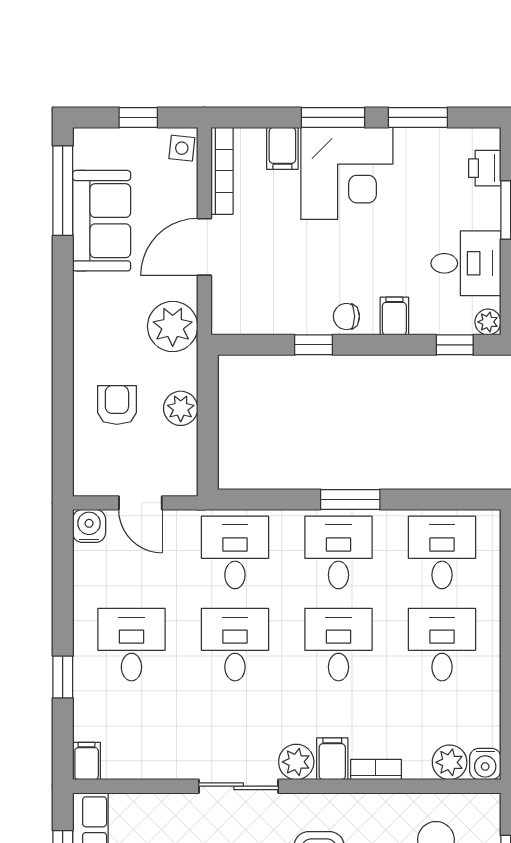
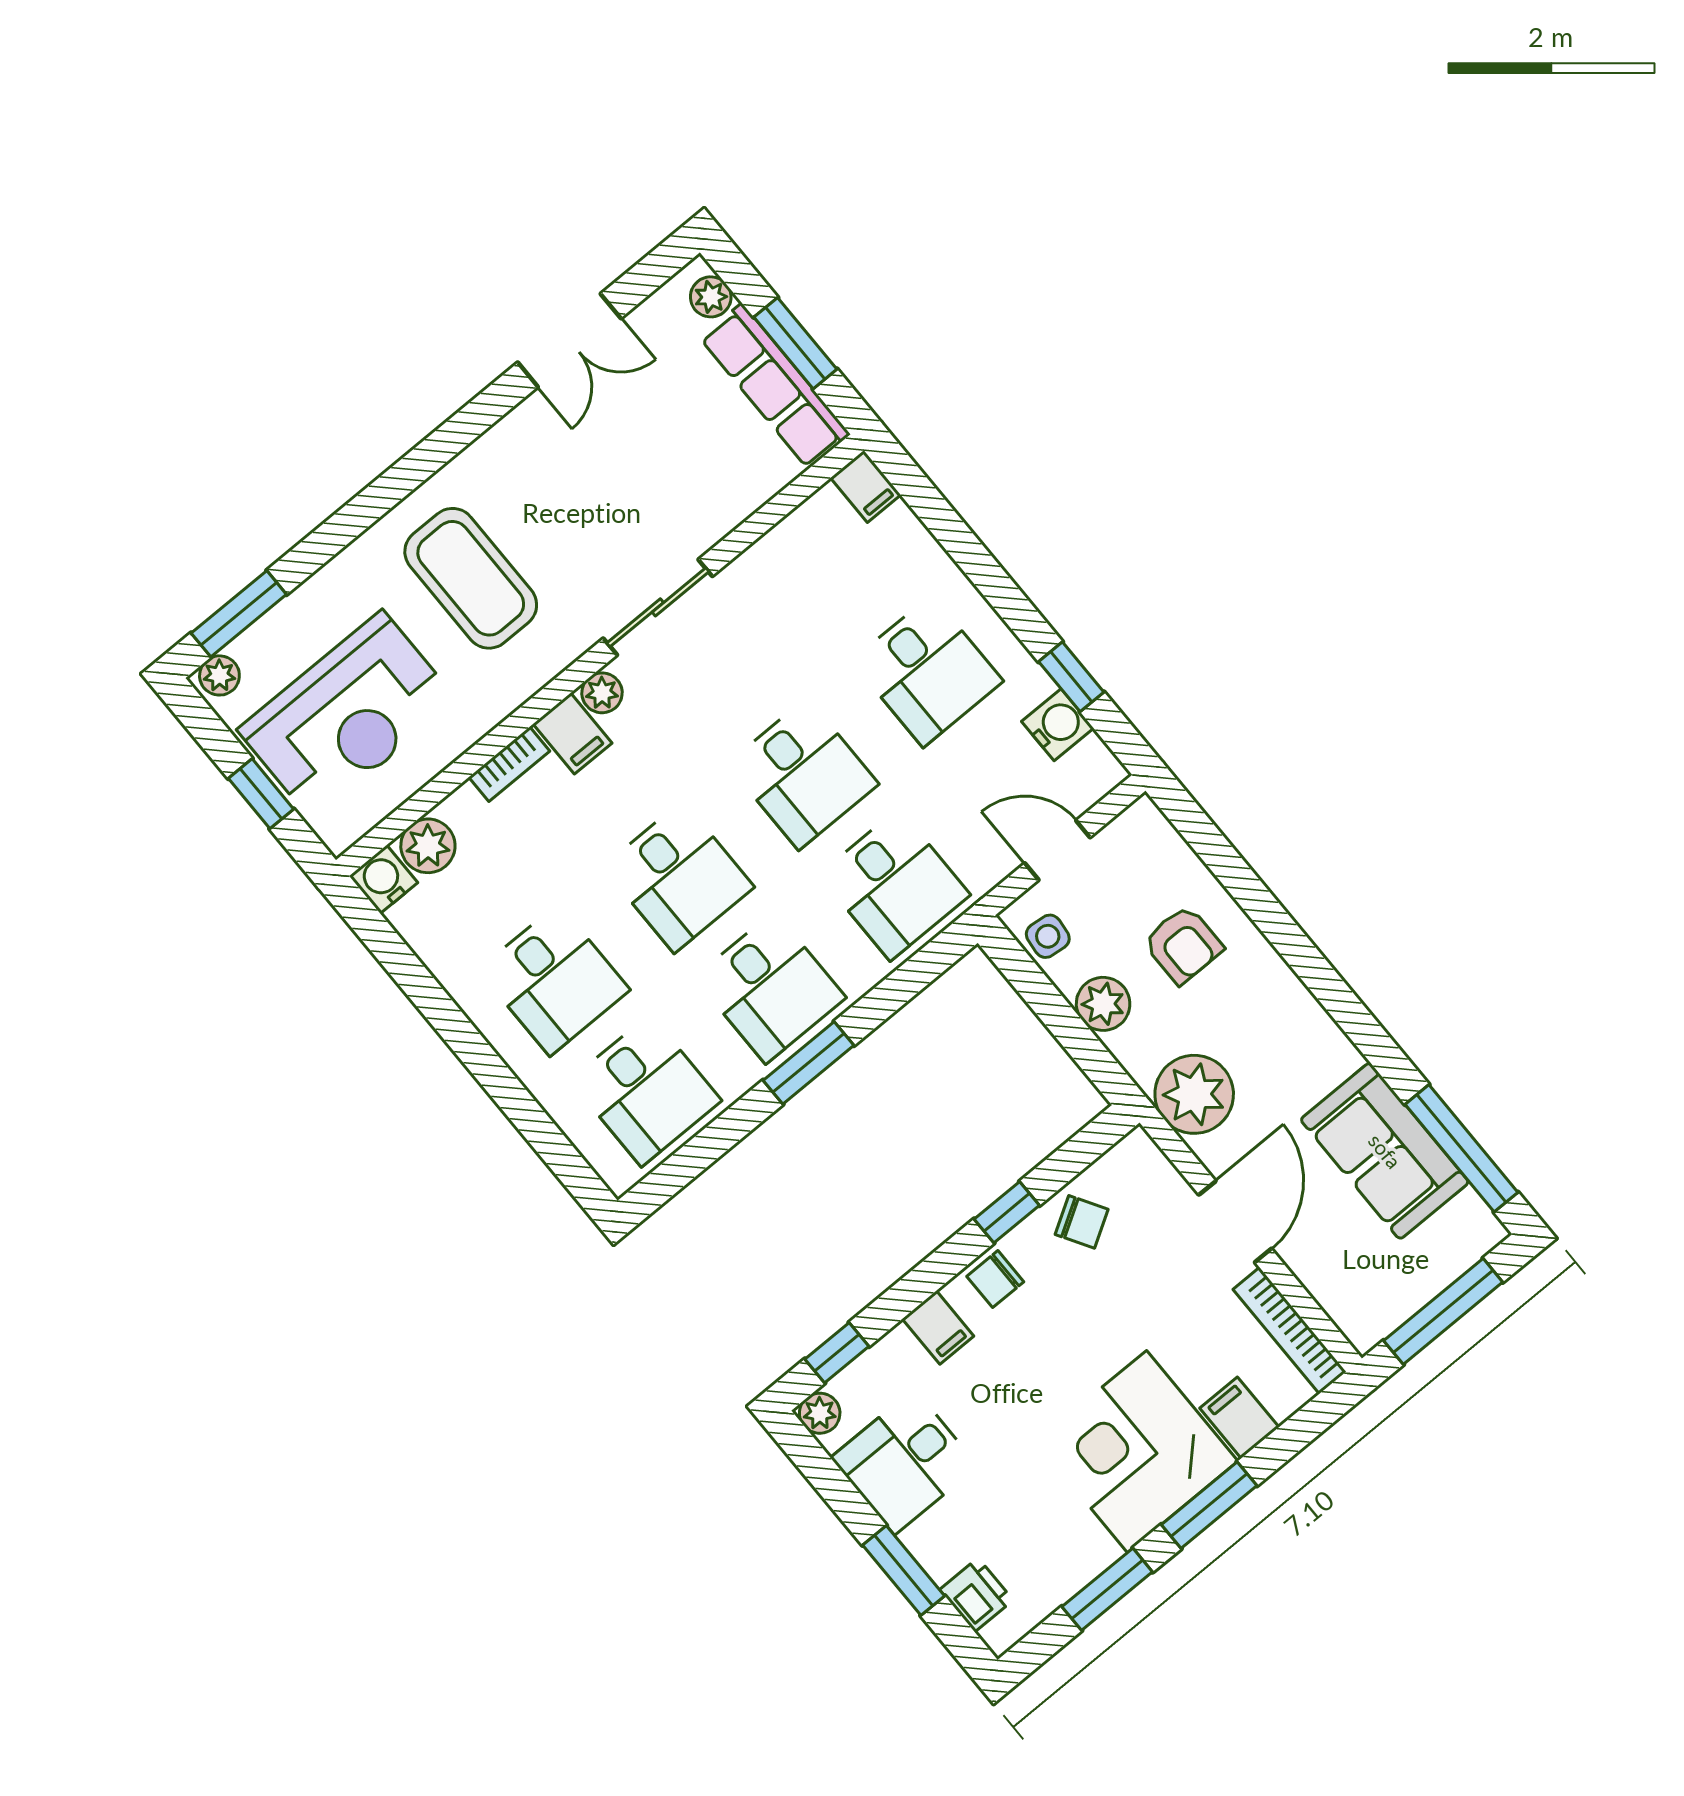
window: (138, 117) -> (1443, 1311), width x2.17
side table: (182, 148) -> (1048, 936), moved
chair: (280, 309) -> (1082, 1222), added
chair: (346, 316) -> (995, 1279), turned 180
water cooler: (89, 526) -> (1058, 725), moved, turned -90
window: (63, 677) -> (1071, 677), moved
plant: (296, 762) -> (602, 693), width x0.73, depth x0.73

